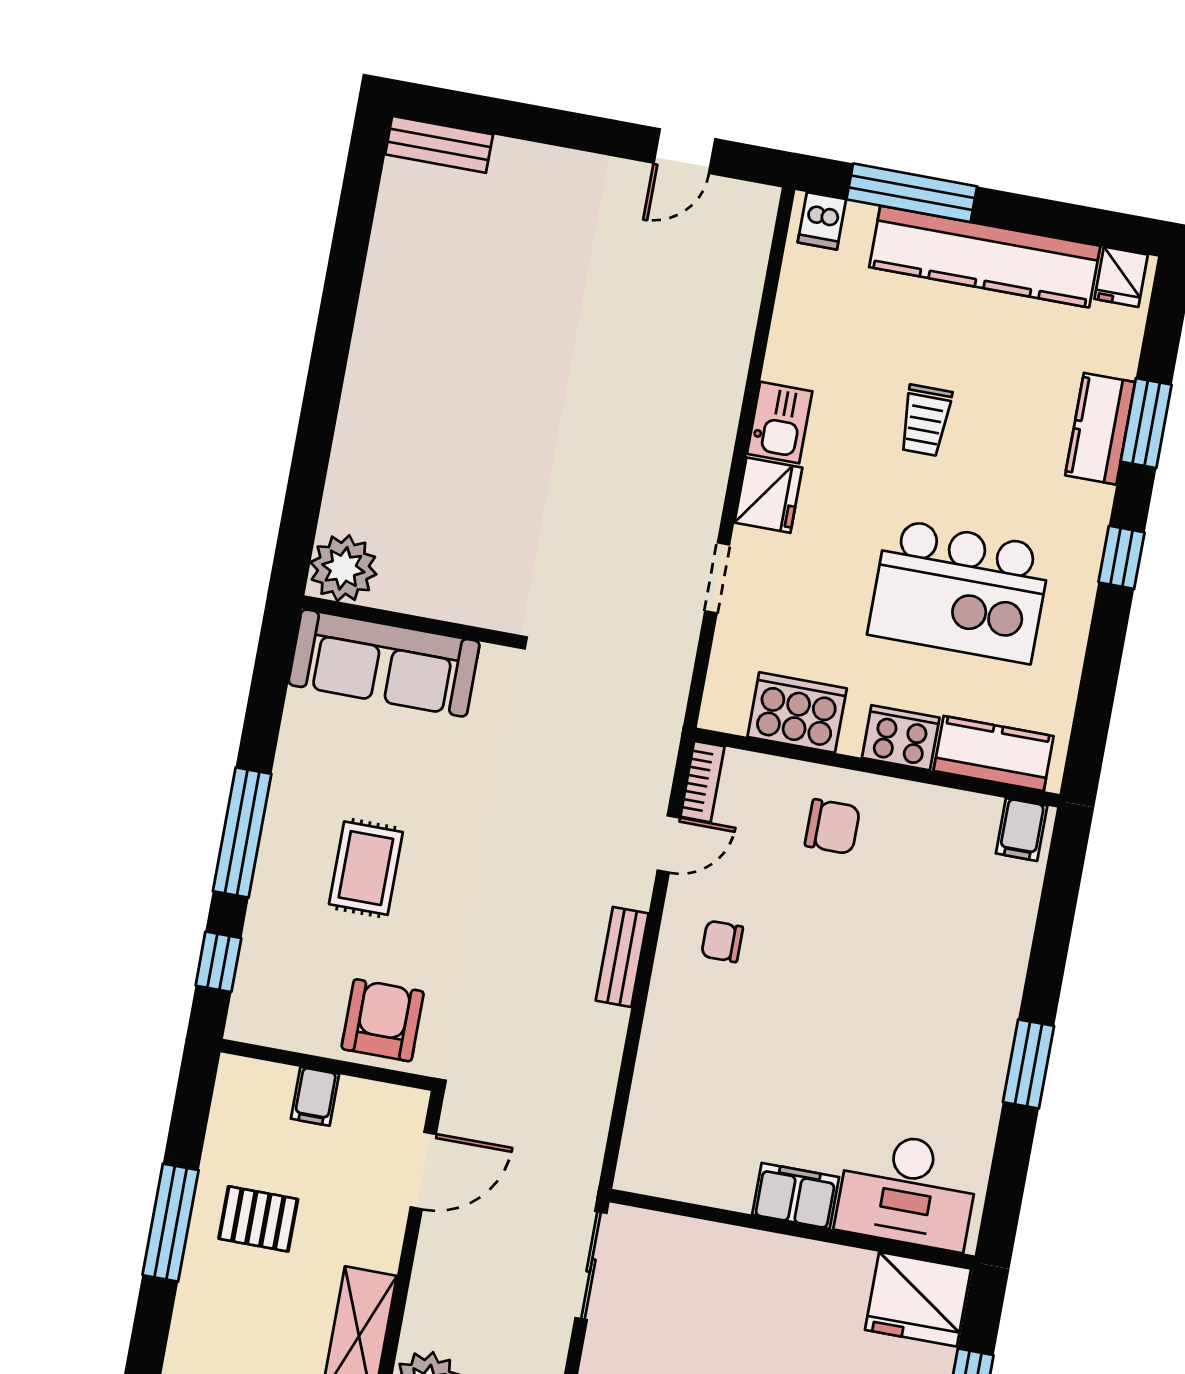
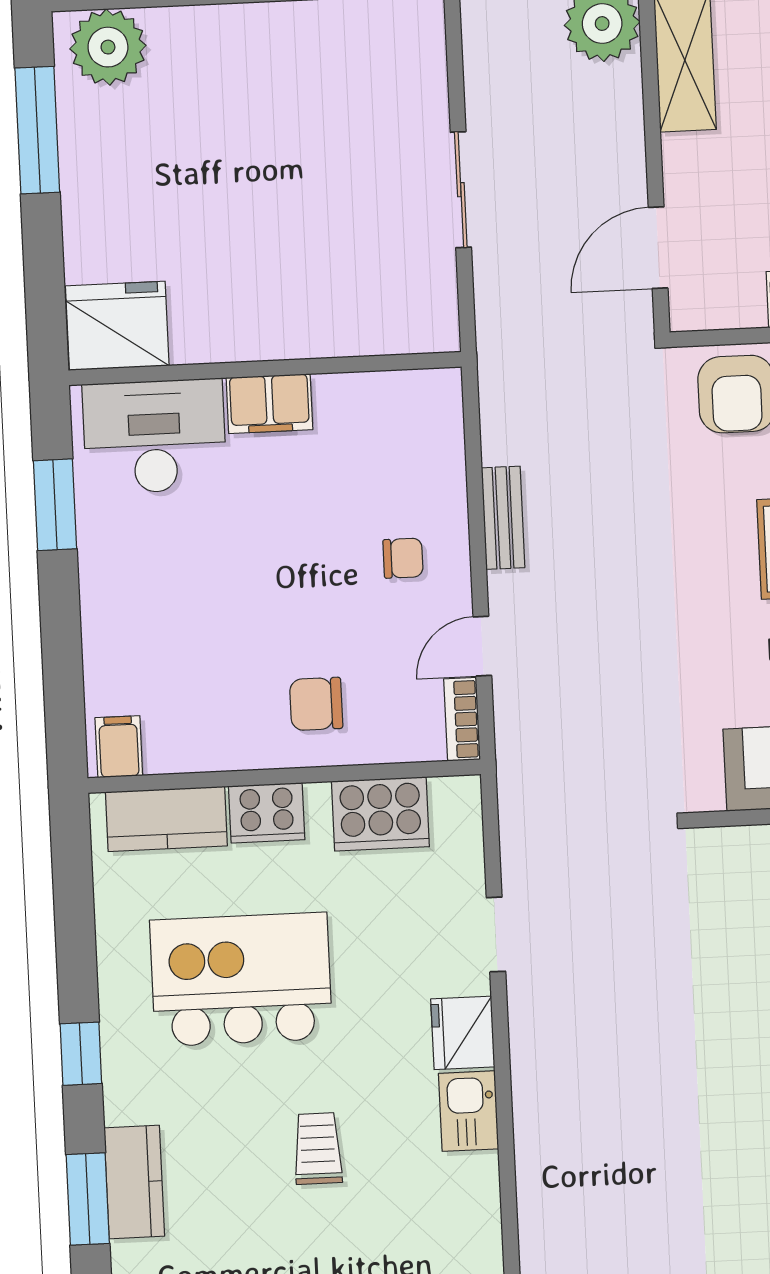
desk: (907, 1190) -> (155, 436), moved
filing cabinet: (796, 1196) -> (269, 404), moved
wall: (792, 1229) -> (265, 369), moved
fridge: (918, 1299) -> (117, 326), moved

